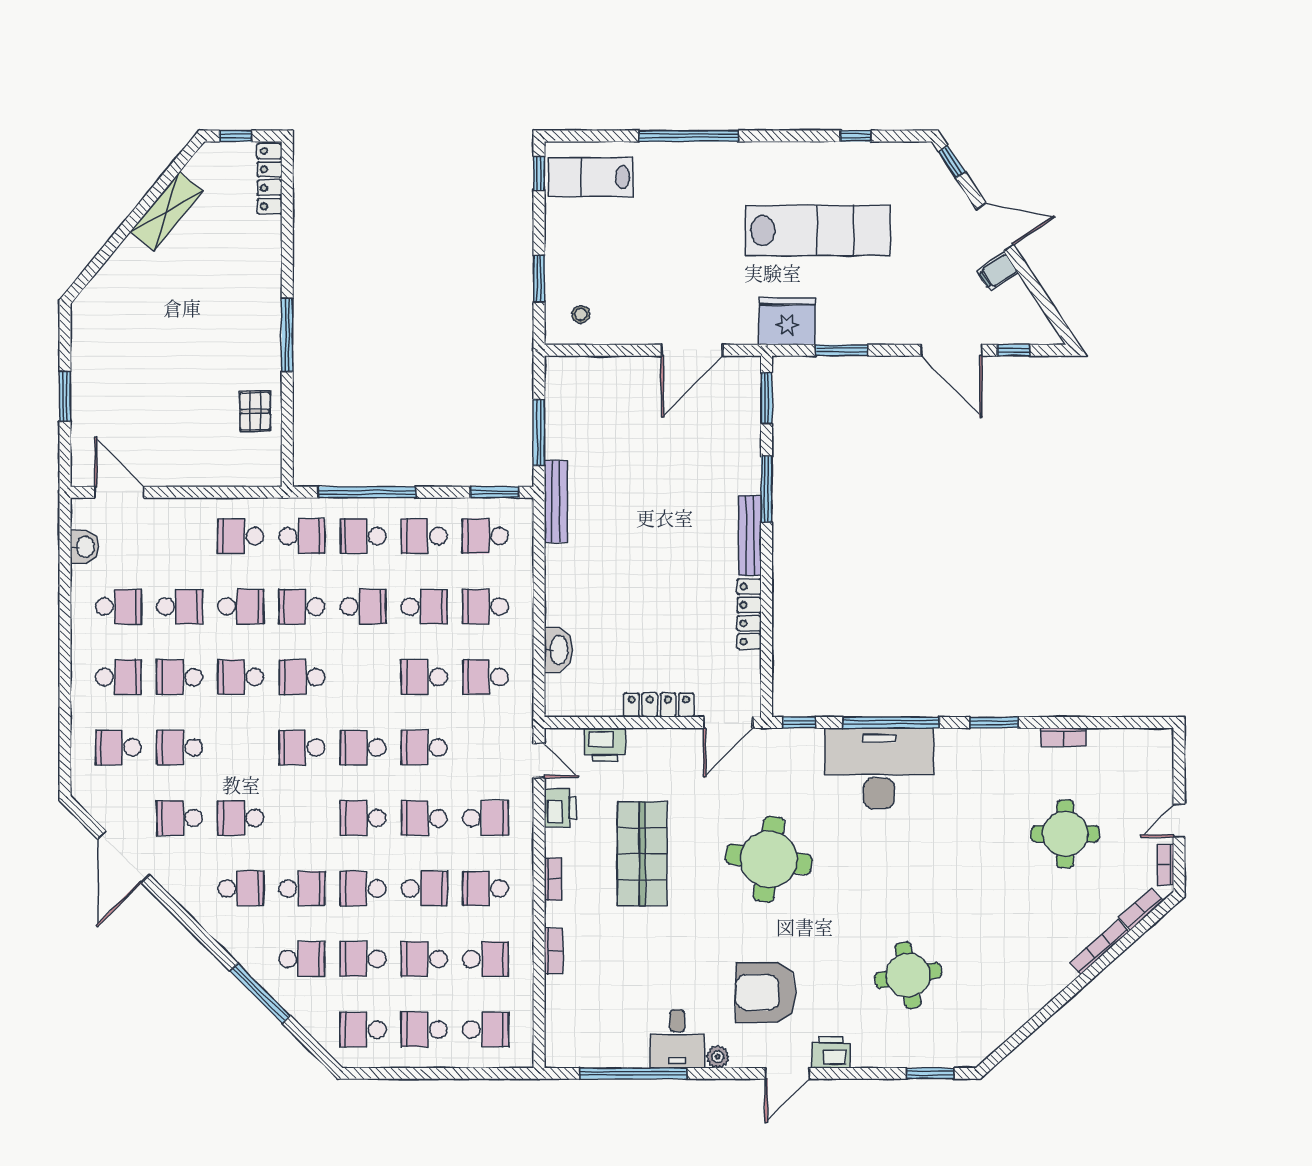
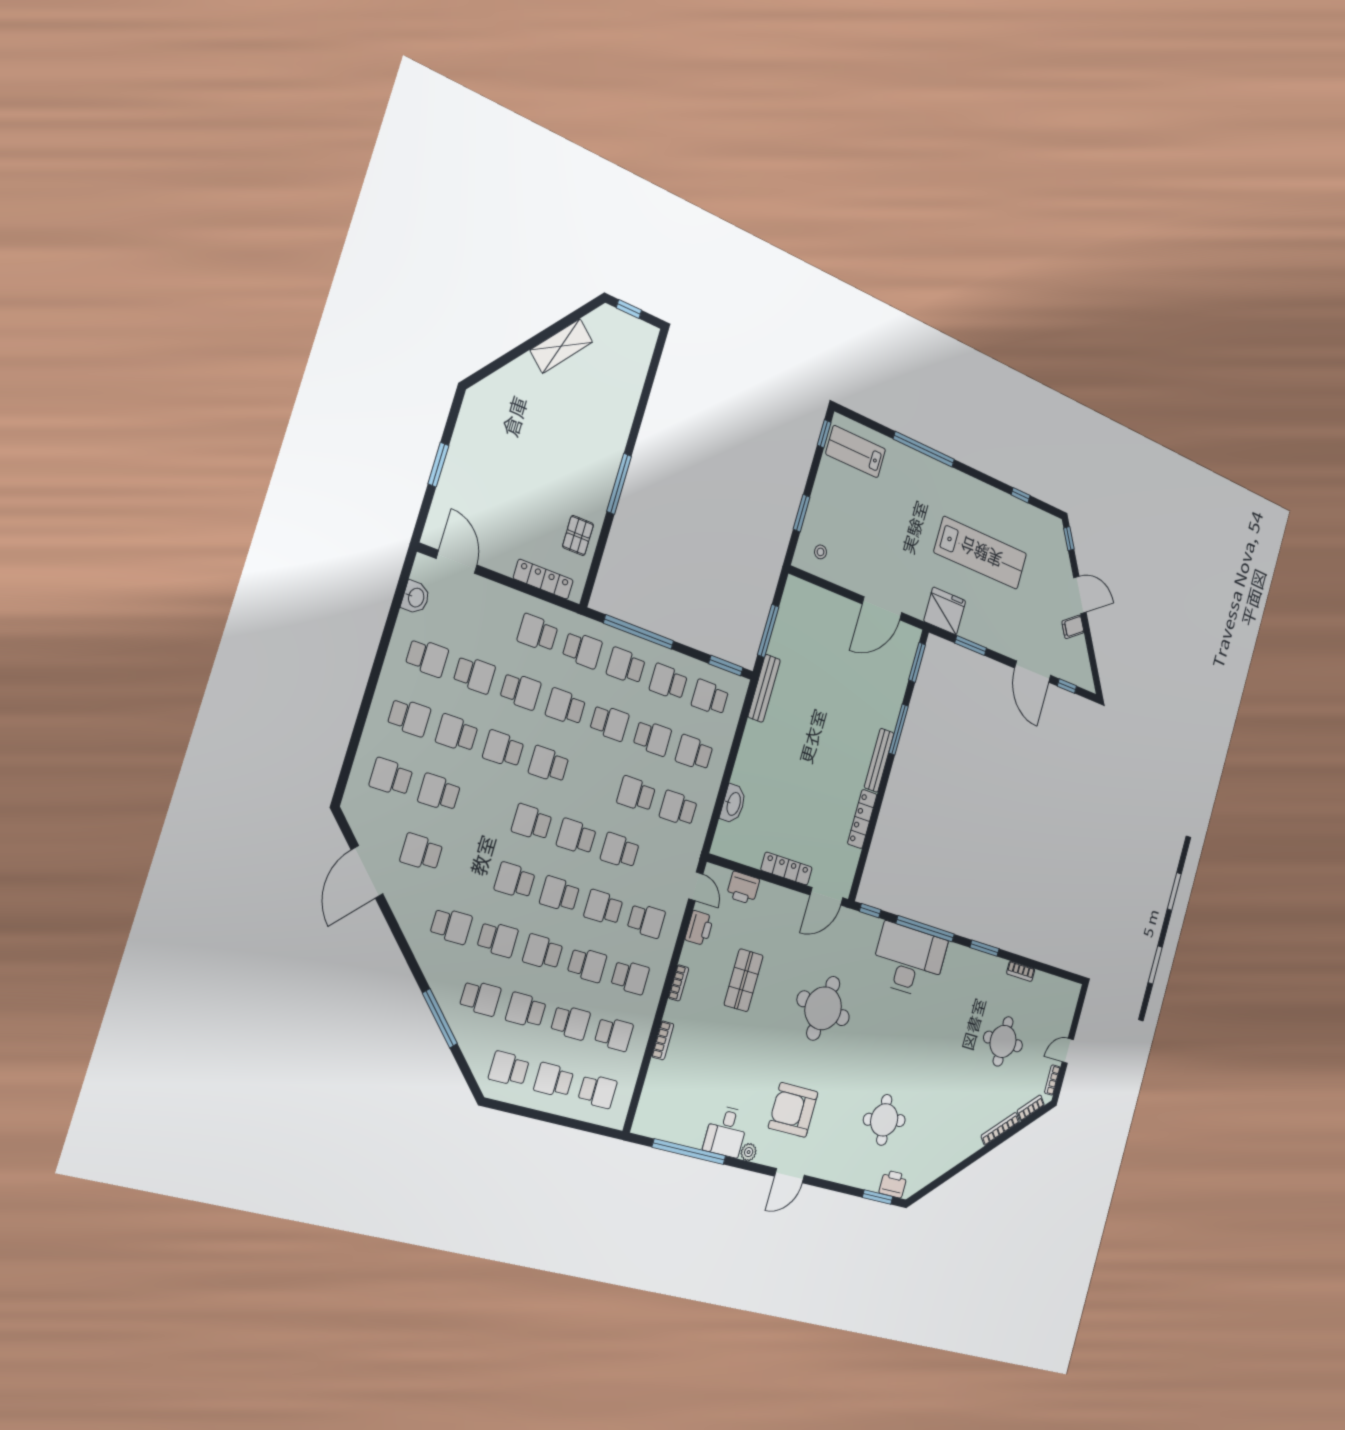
locker: (270, 179) -> (543, 579), moved, turned 90
school desk: (241, 818) -> (515, 881), moved
shop shelf: (642, 854) -> (744, 980), width x0.70, depth x0.74
school desk: (485, 889) -> (630, 977), turned 180
school desk: (424, 959) -> (570, 1022), turned 180
printer: (831, 1052) -> (893, 1184), moved

